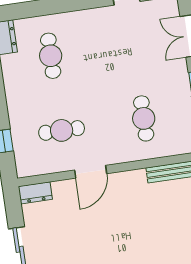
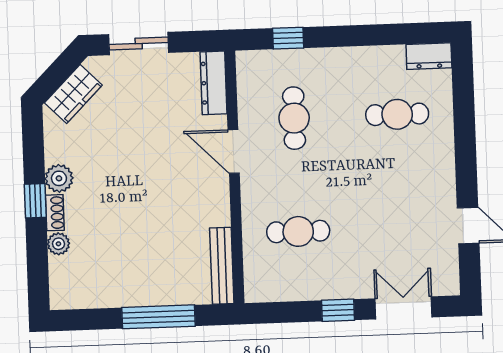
dresser: (35, 193) -> (213, 83), width x1.44

